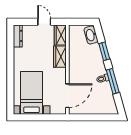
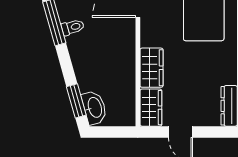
window: (104, 51) -> (76, 101), moved

